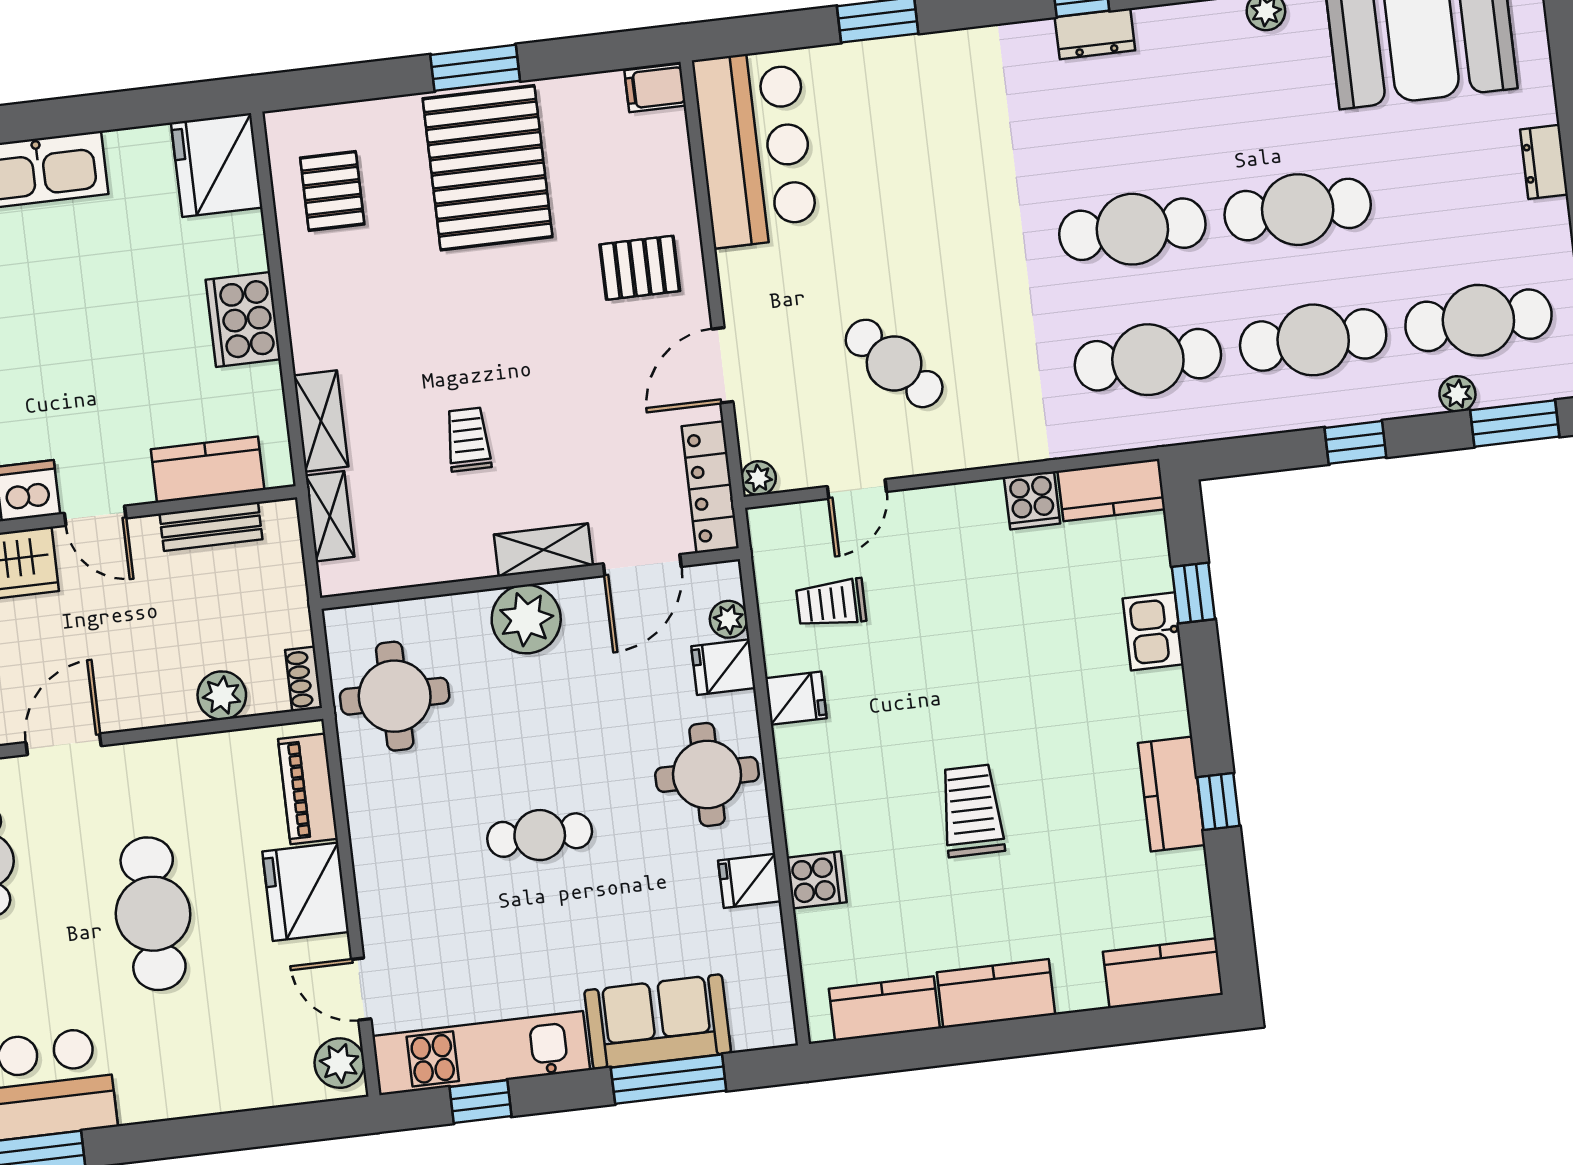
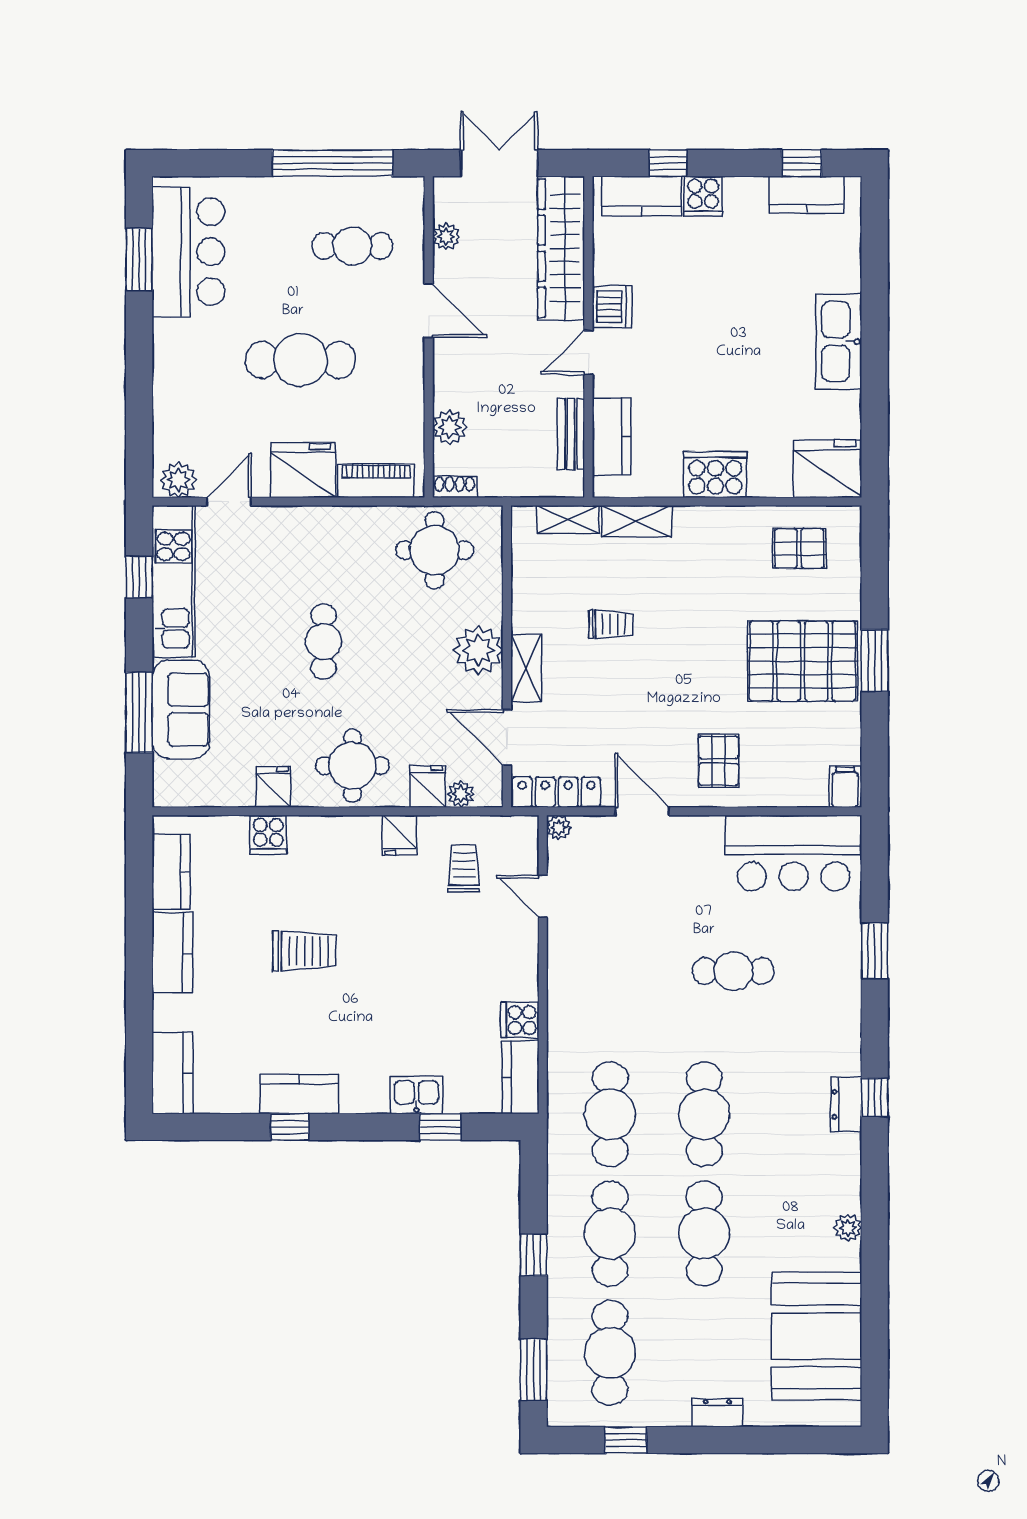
cafe table: (894, 363) -> (733, 971), moved, turned 43
plant: (1457, 394) -> (559, 1332), removed

